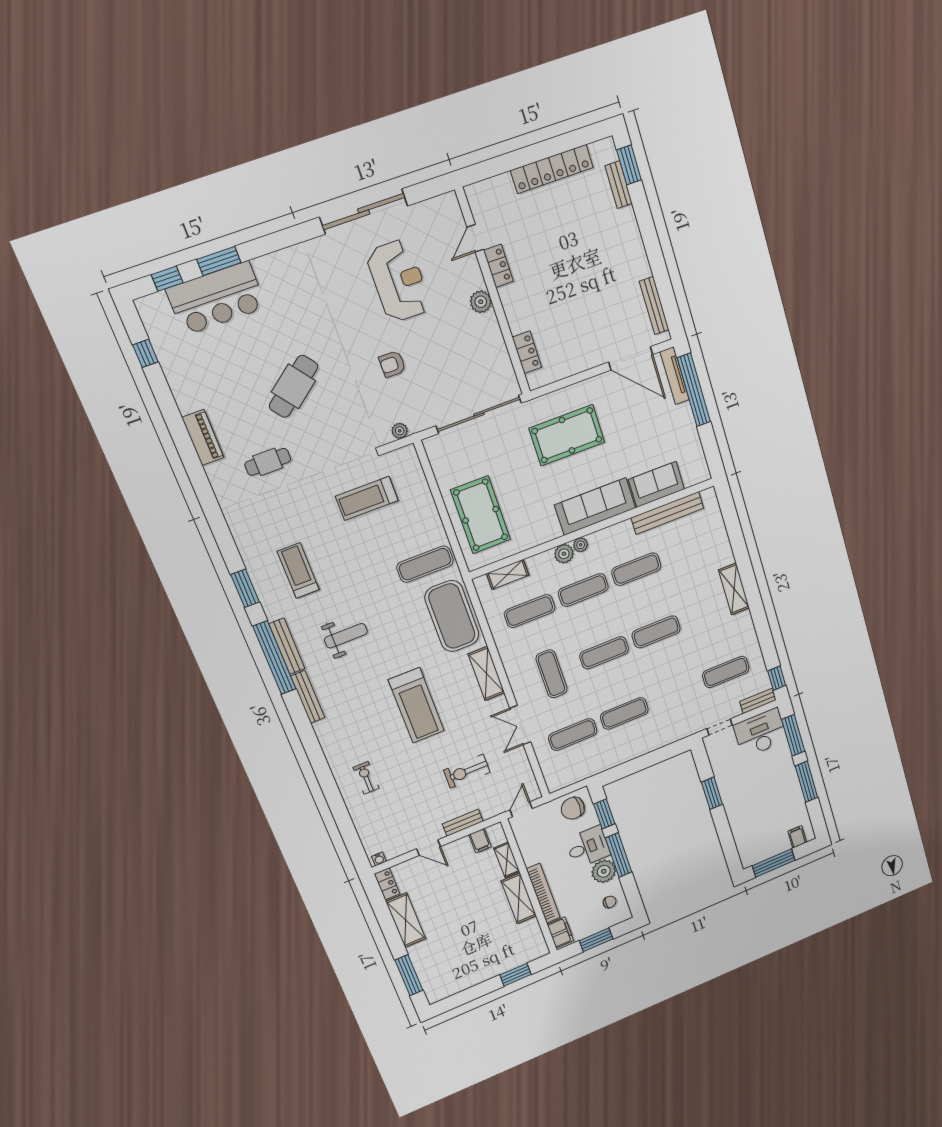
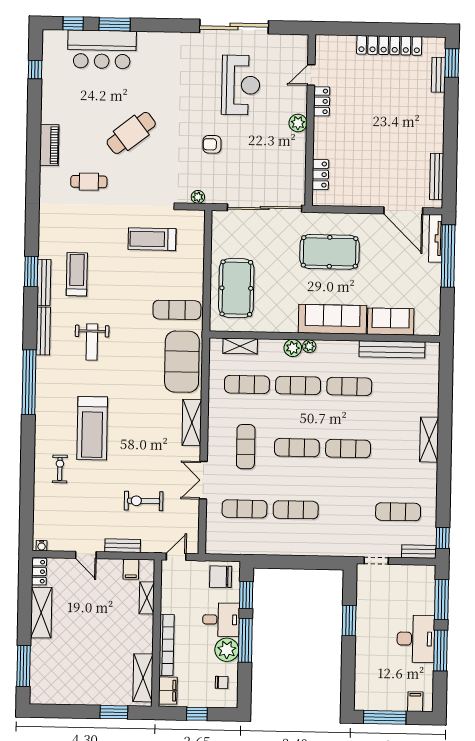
weight bench: (346, 636) -> (92, 342), turned 90
window: (274, 658) -> (29, 382), moved
bench: (308, 697) -> (44, 282), moved
treadmill: (416, 705) -> (92, 428), moved
desk: (760, 733) -> (416, 639), moved, turned 90
shelving: (519, 898) -> (143, 678), moved
window: (596, 940) -> (197, 714), width x0.67

